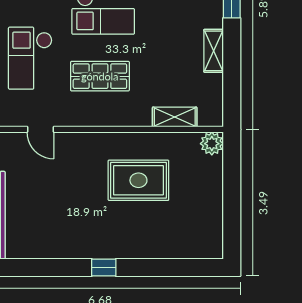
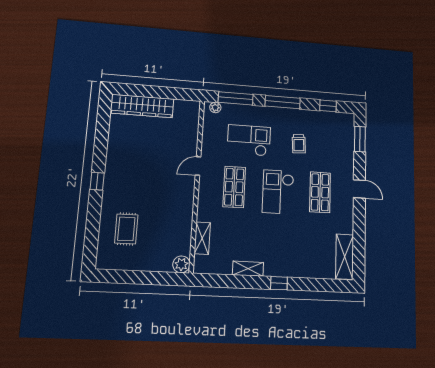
door: (41, 129) -> (198, 166), moved
rug: (138, 180) -> (126, 229), moved, width x0.73, depth x0.70

